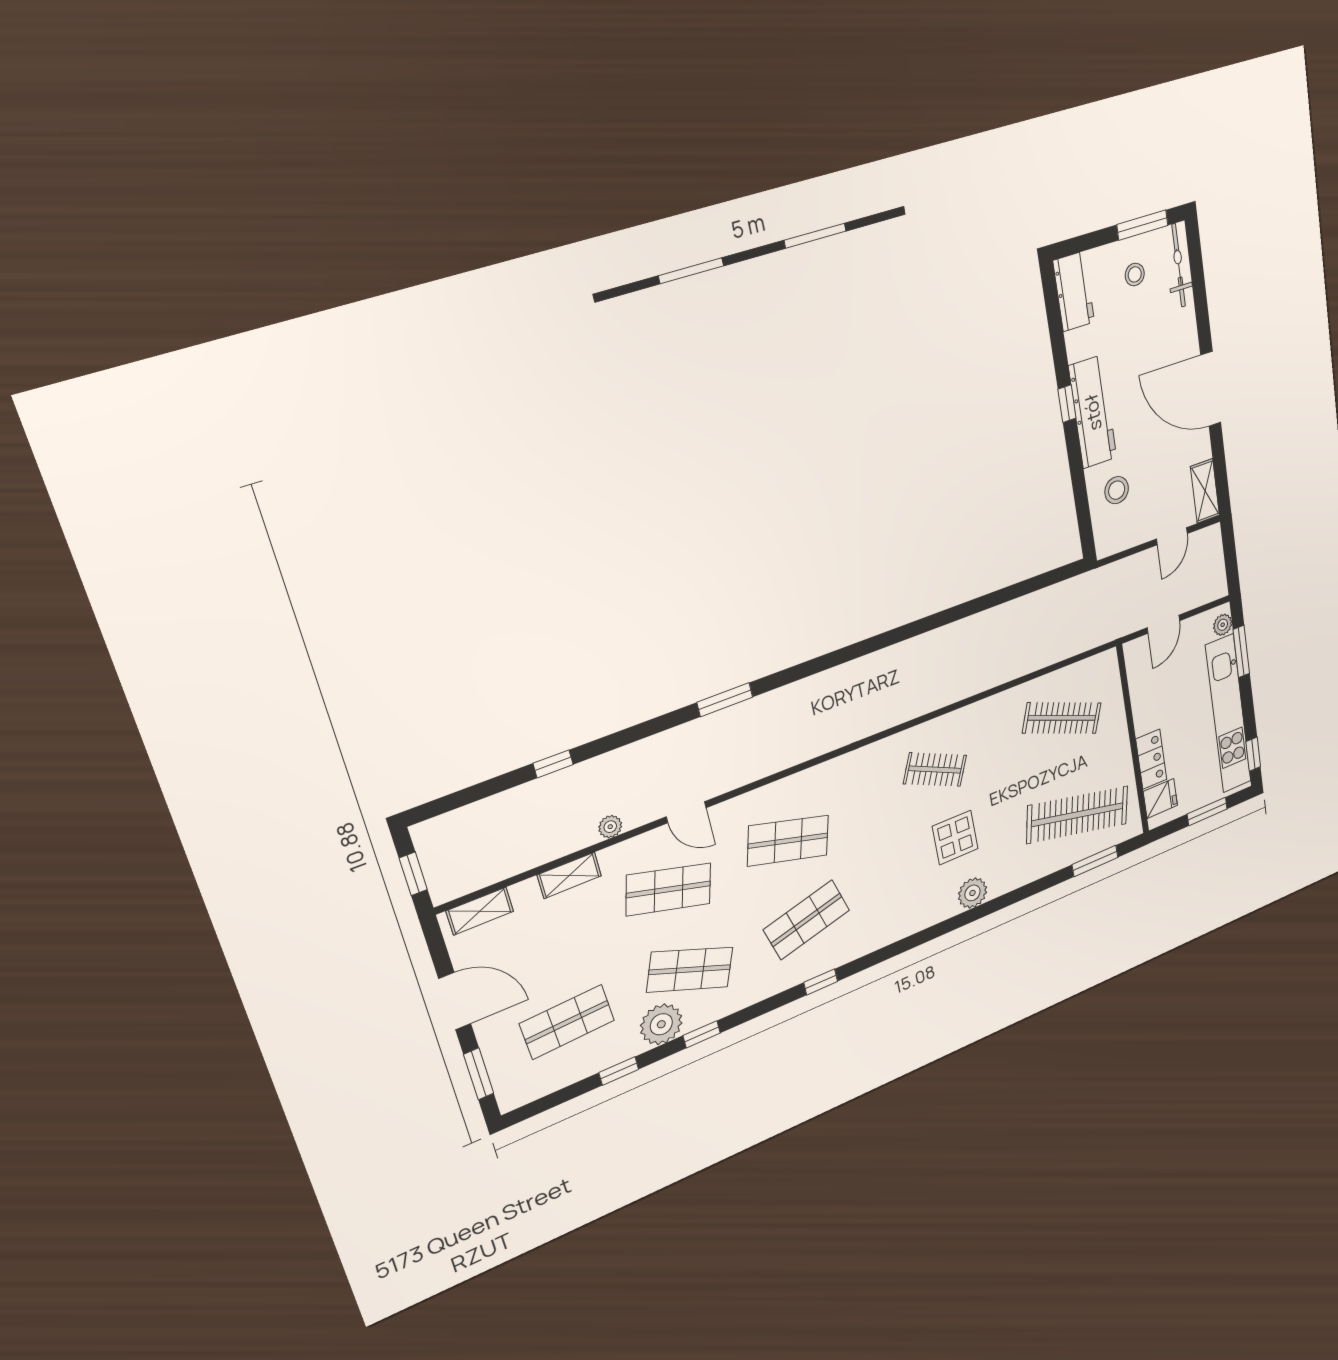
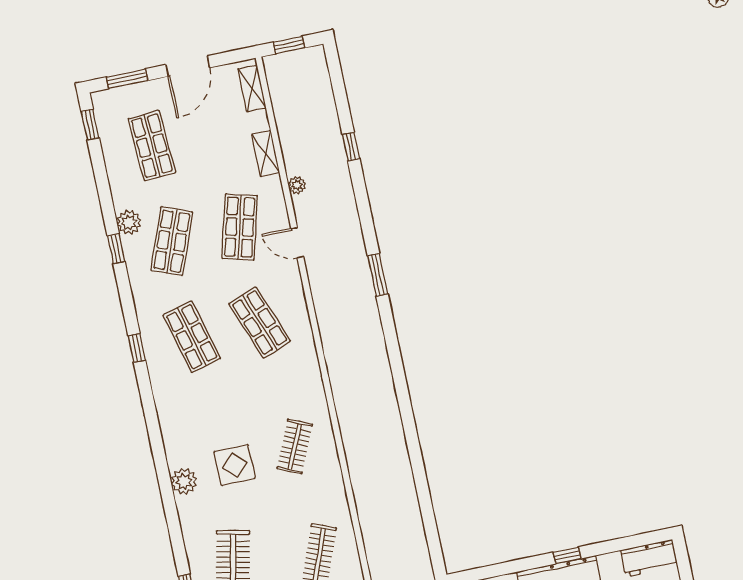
door: (686, 812) -> (297, 243), hinge flipped
shop shelf: (788, 841) -> (260, 322), turned -36
plant: (661, 1024) -> (129, 222), width x0.73, depth x0.73
window: (619, 1071) -> (90, 124), moved

